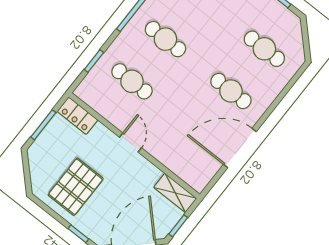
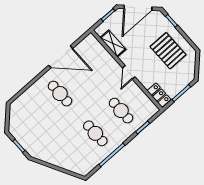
cafe table: (264, 49) -> (34, 116), removed
pallet: (76, 187) -> (168, 51), turned 90
shelving: (175, 193) -> (113, 43), moved

